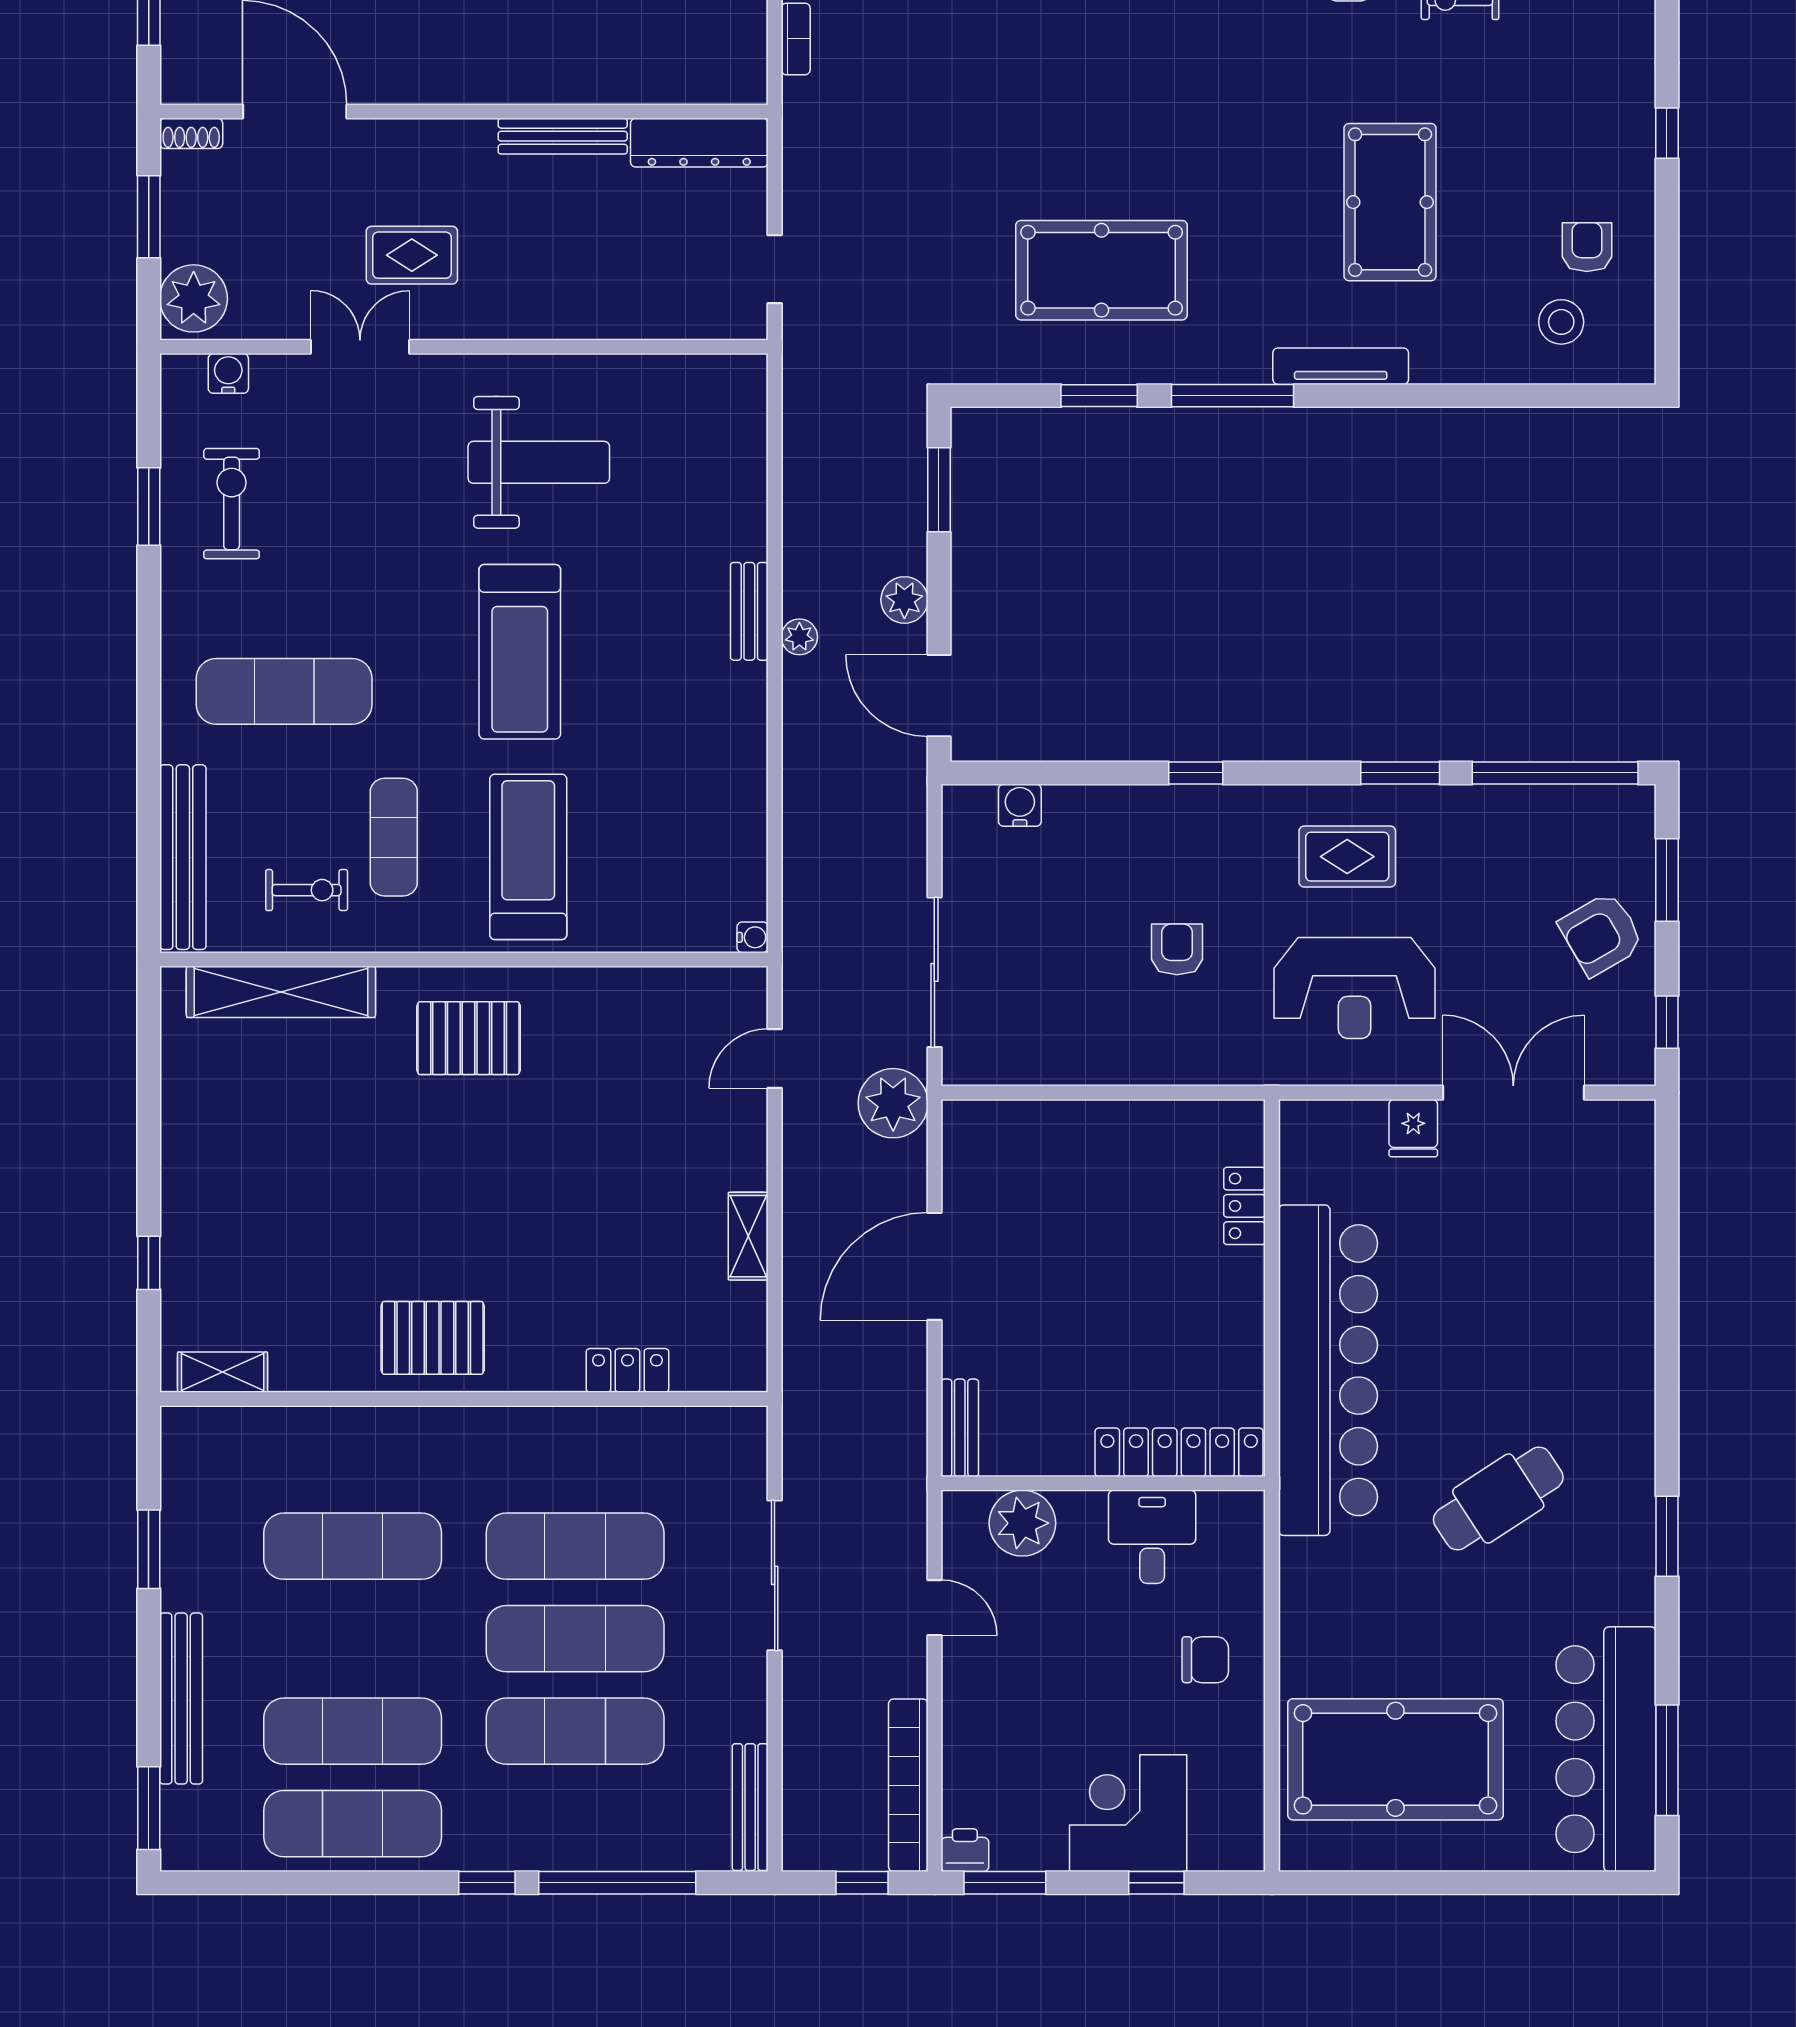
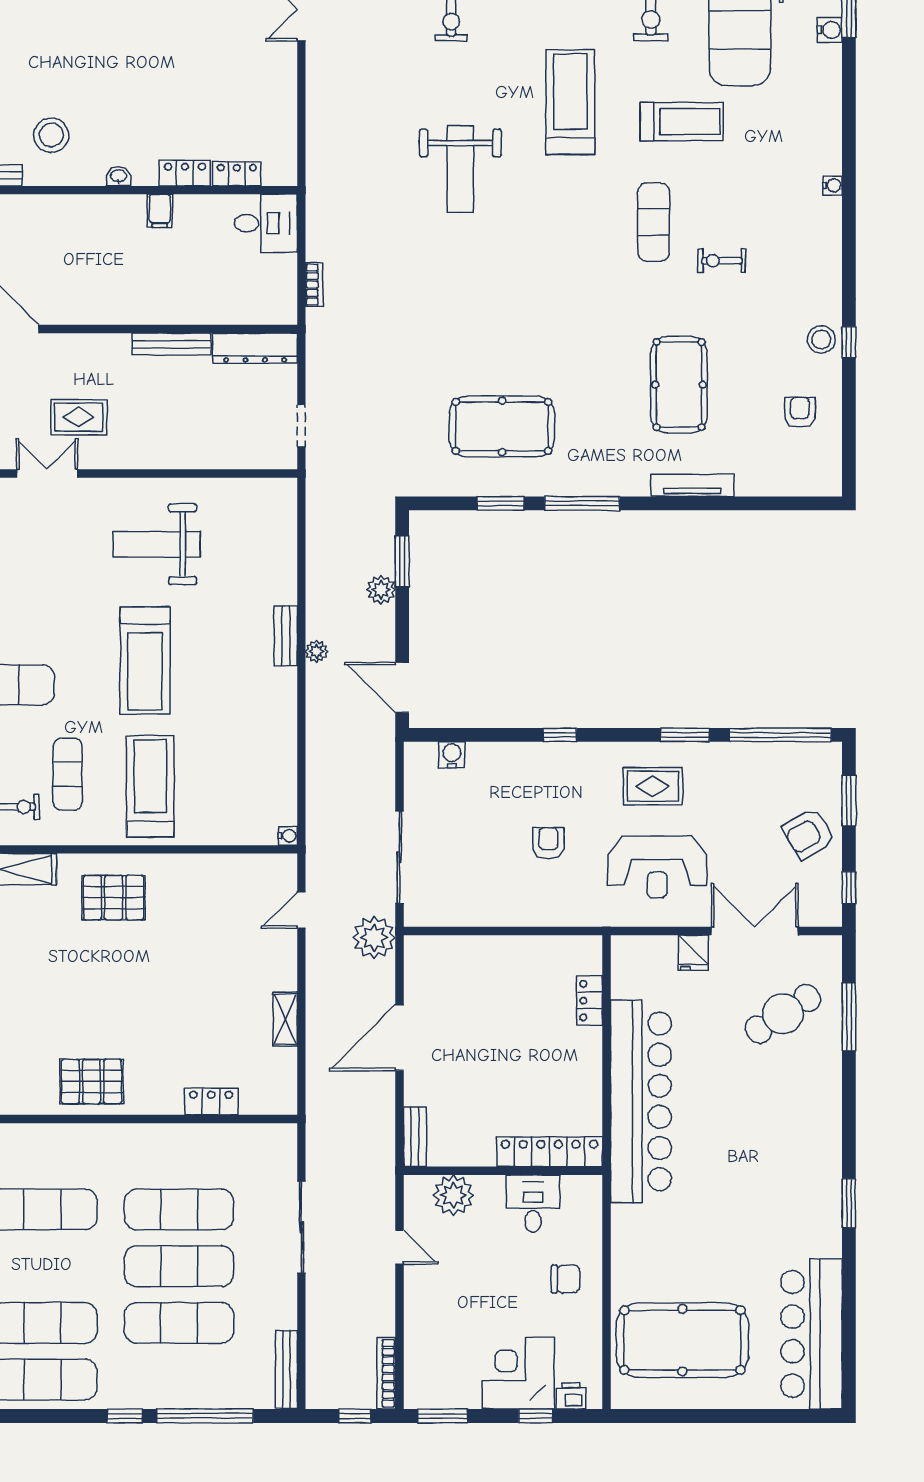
stool: (1561, 322) -> (821, 339), moved
tv unit: (1341, 366) -> (692, 485), moved
weight bench: (539, 462) -> (157, 544), turned 180
plant: (904, 600) -> (381, 590), moved
cafe table: (1498, 1499) -> (783, 1014), moved
window: (1667, 1760) -> (849, 1017), moved
bookcase: (908, 1785) -> (386, 1373), width x0.68, depth x0.76
printer: (965, 1850) -> (571, 1396), moved

